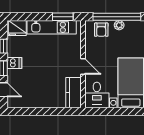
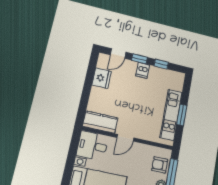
window: (63, 17) -> (182, 115), moved
fridge: (17, 28) -> (102, 78), moved, turned 180

